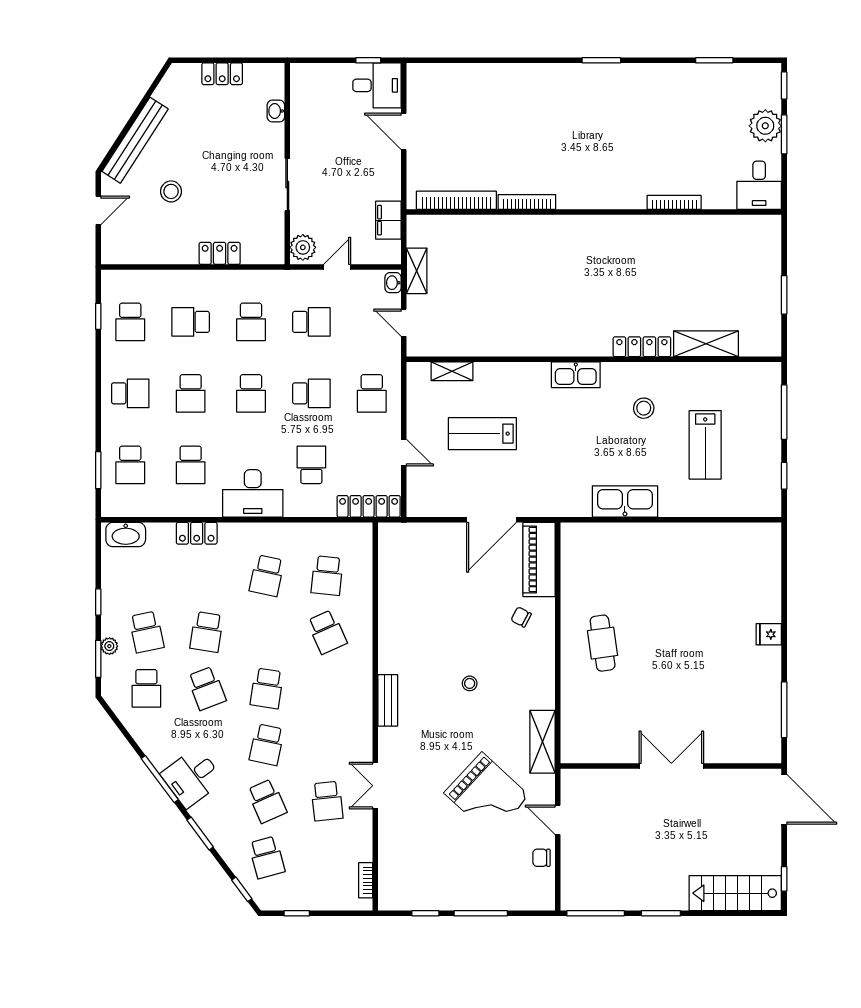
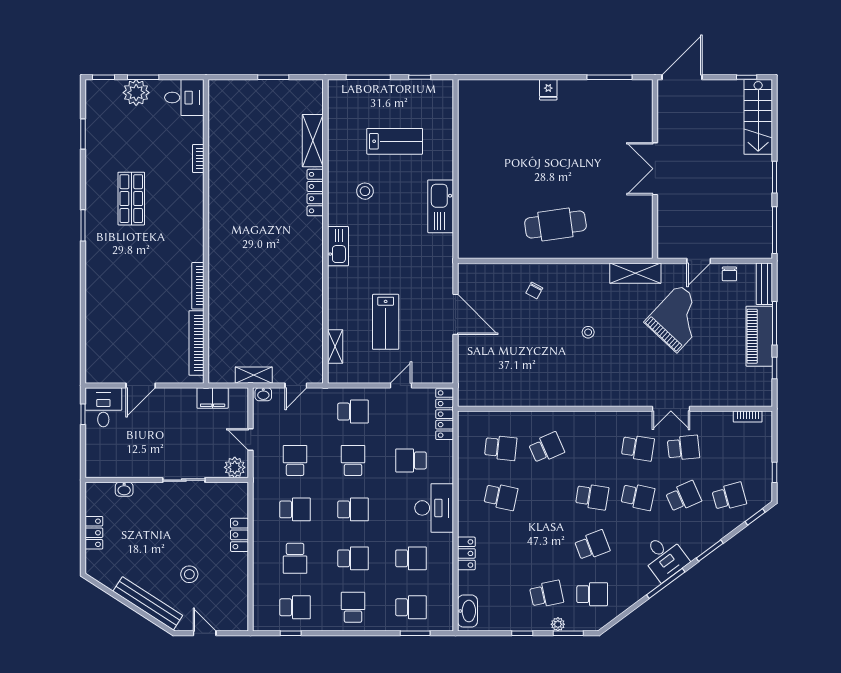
shop shelf: (634, 120) -> (131, 199), added
bookcase: (674, 202) -> (198, 159), width x0.64
piano: (539, 560) -> (759, 336), moved, turned 90
school desk: (207, 632) -> (638, 448), moved
cafe table: (603, 643) -> (555, 224), width x1.37, depth x1.35
bench: (388, 700) -> (764, 284), moved, turned 90

